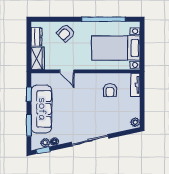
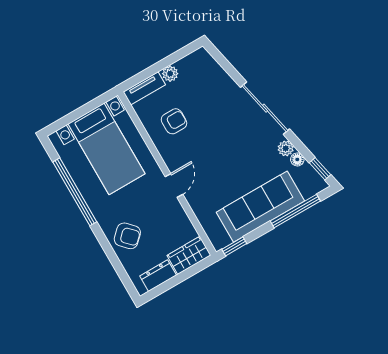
door: (67, 71) -> (174, 186), moved
window: (29, 94) -> (234, 246), moved
plant: (135, 122) -> (170, 74), moved
window: (29, 125) -> (295, 211), width x1.44
plant: (45, 143) -> (286, 148), moved

